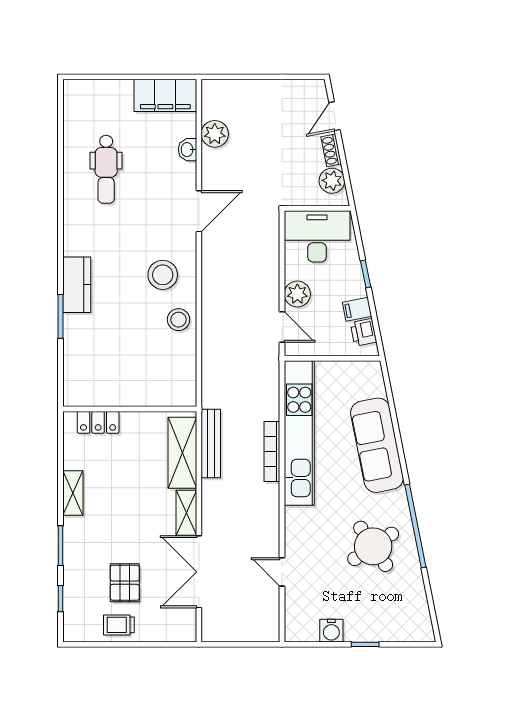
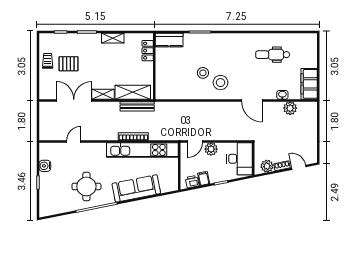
kitchen counter: (77, 285) -> (169, 40), moved
stool: (178, 320) -> (203, 73), moved
round table: (373, 546) -> (86, 186), turned 34

